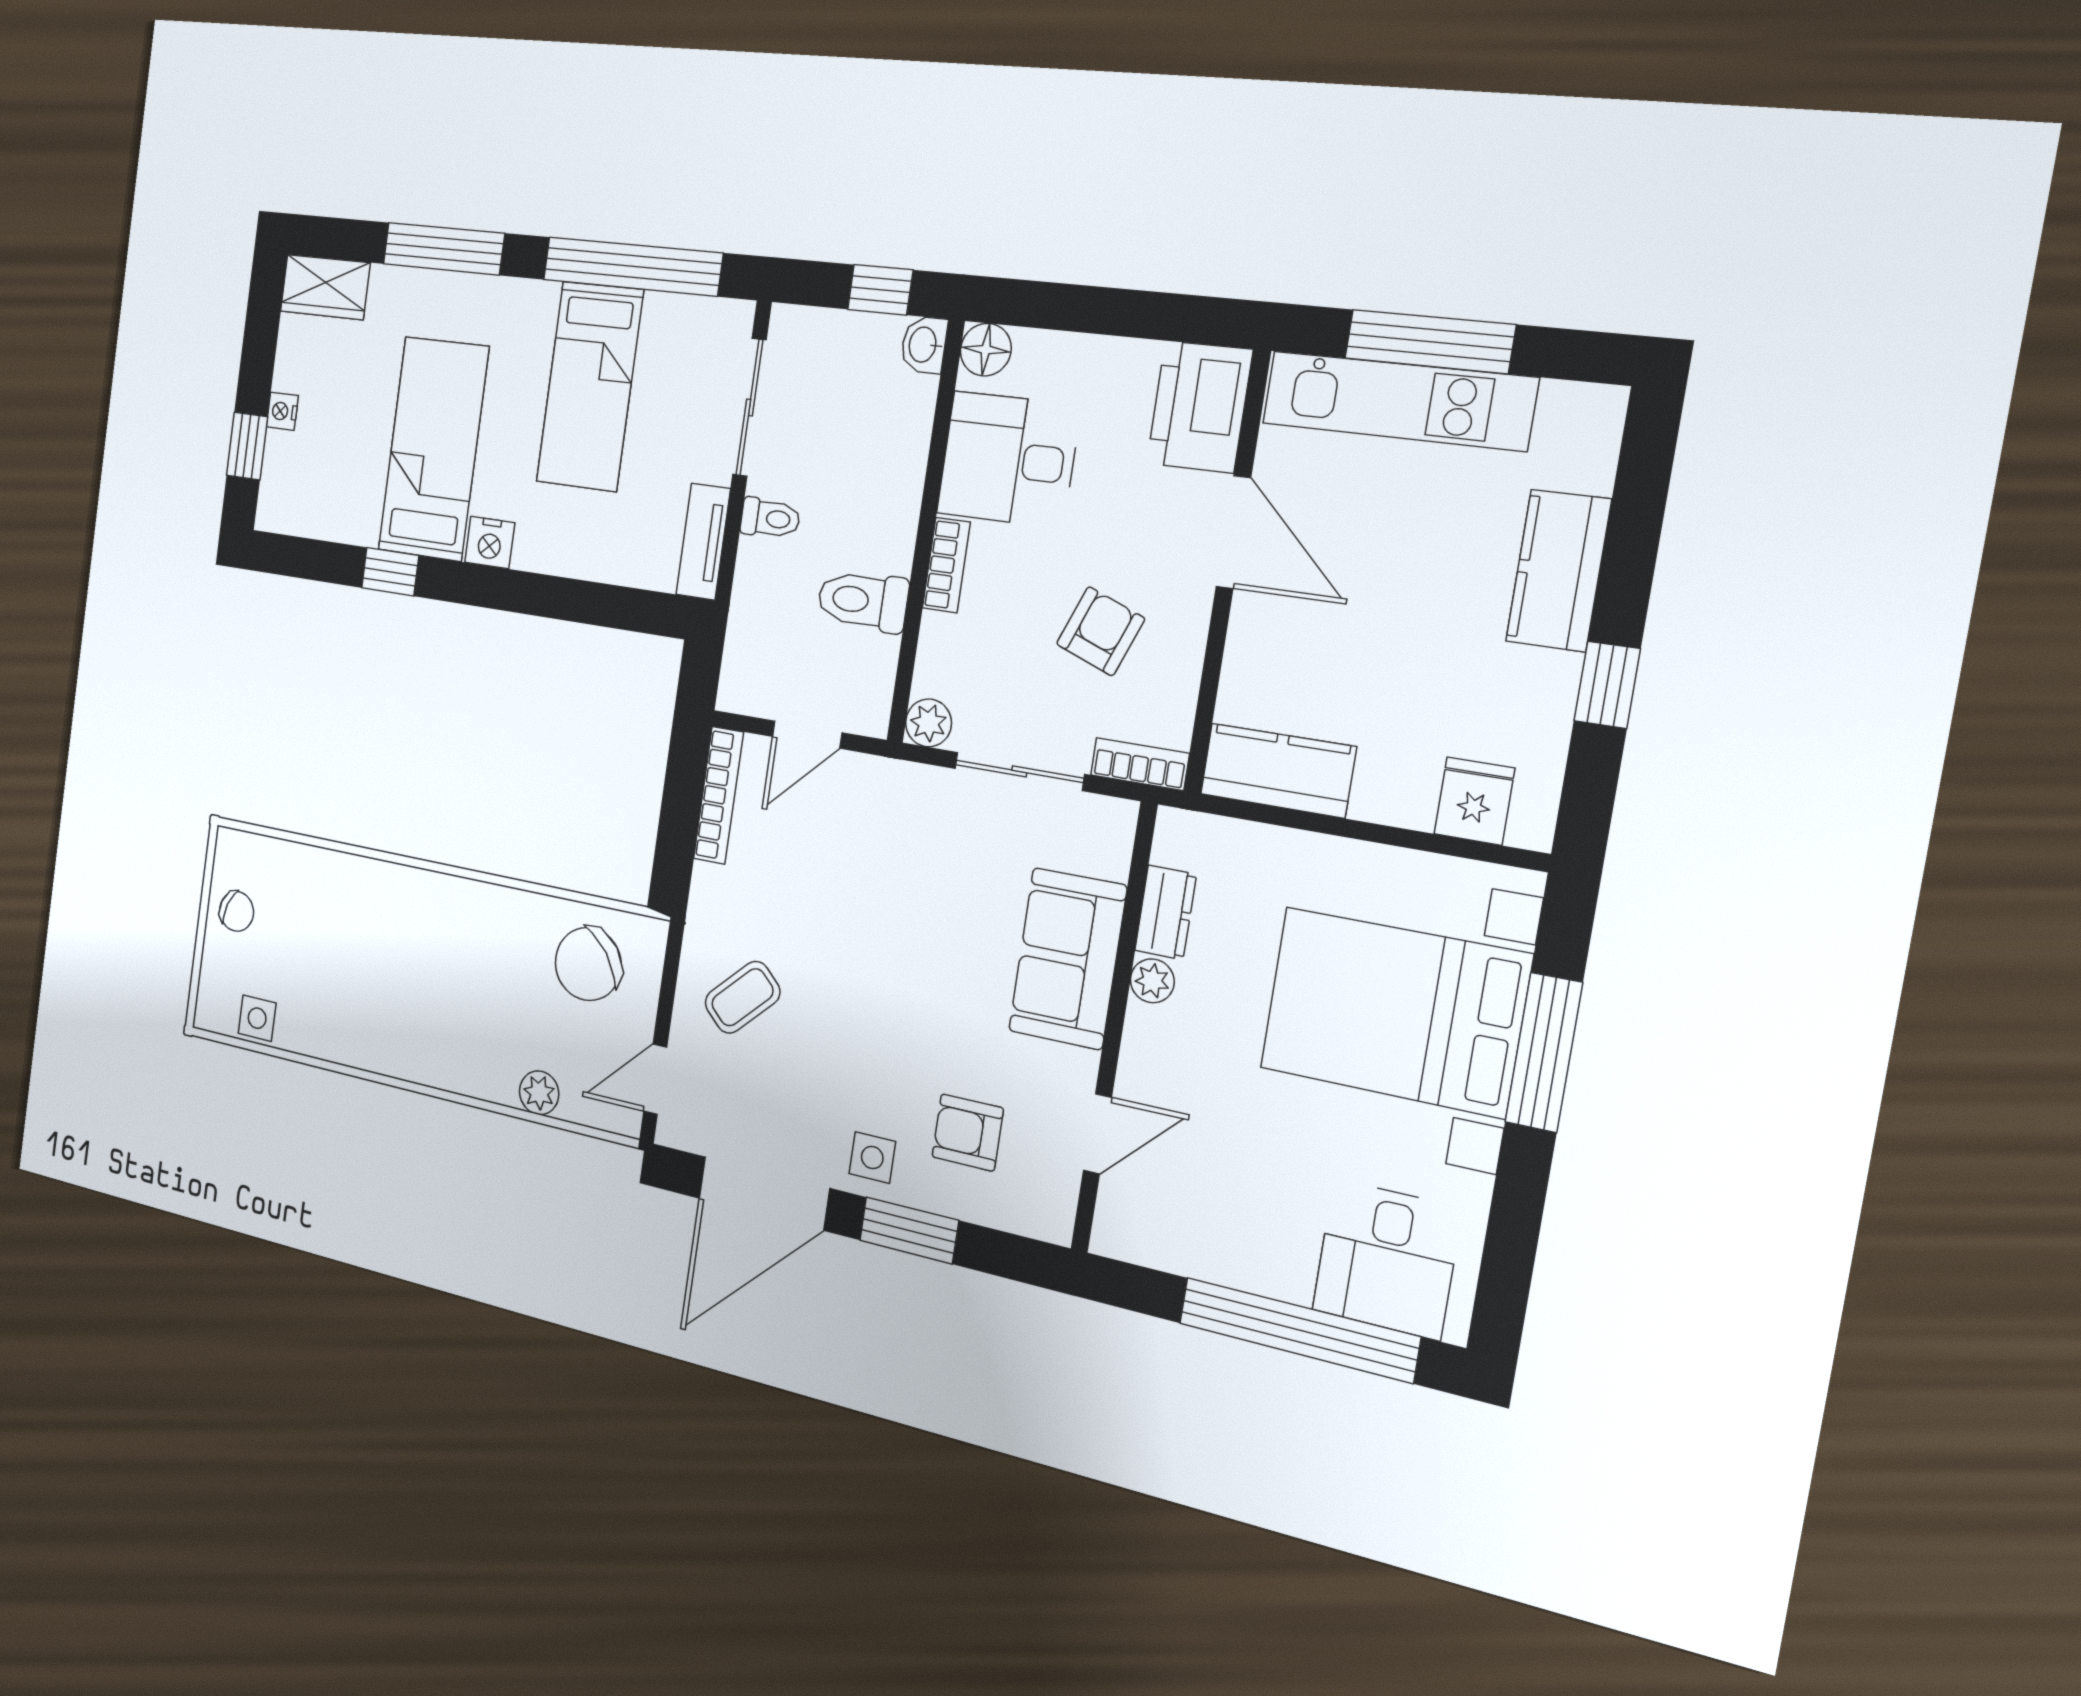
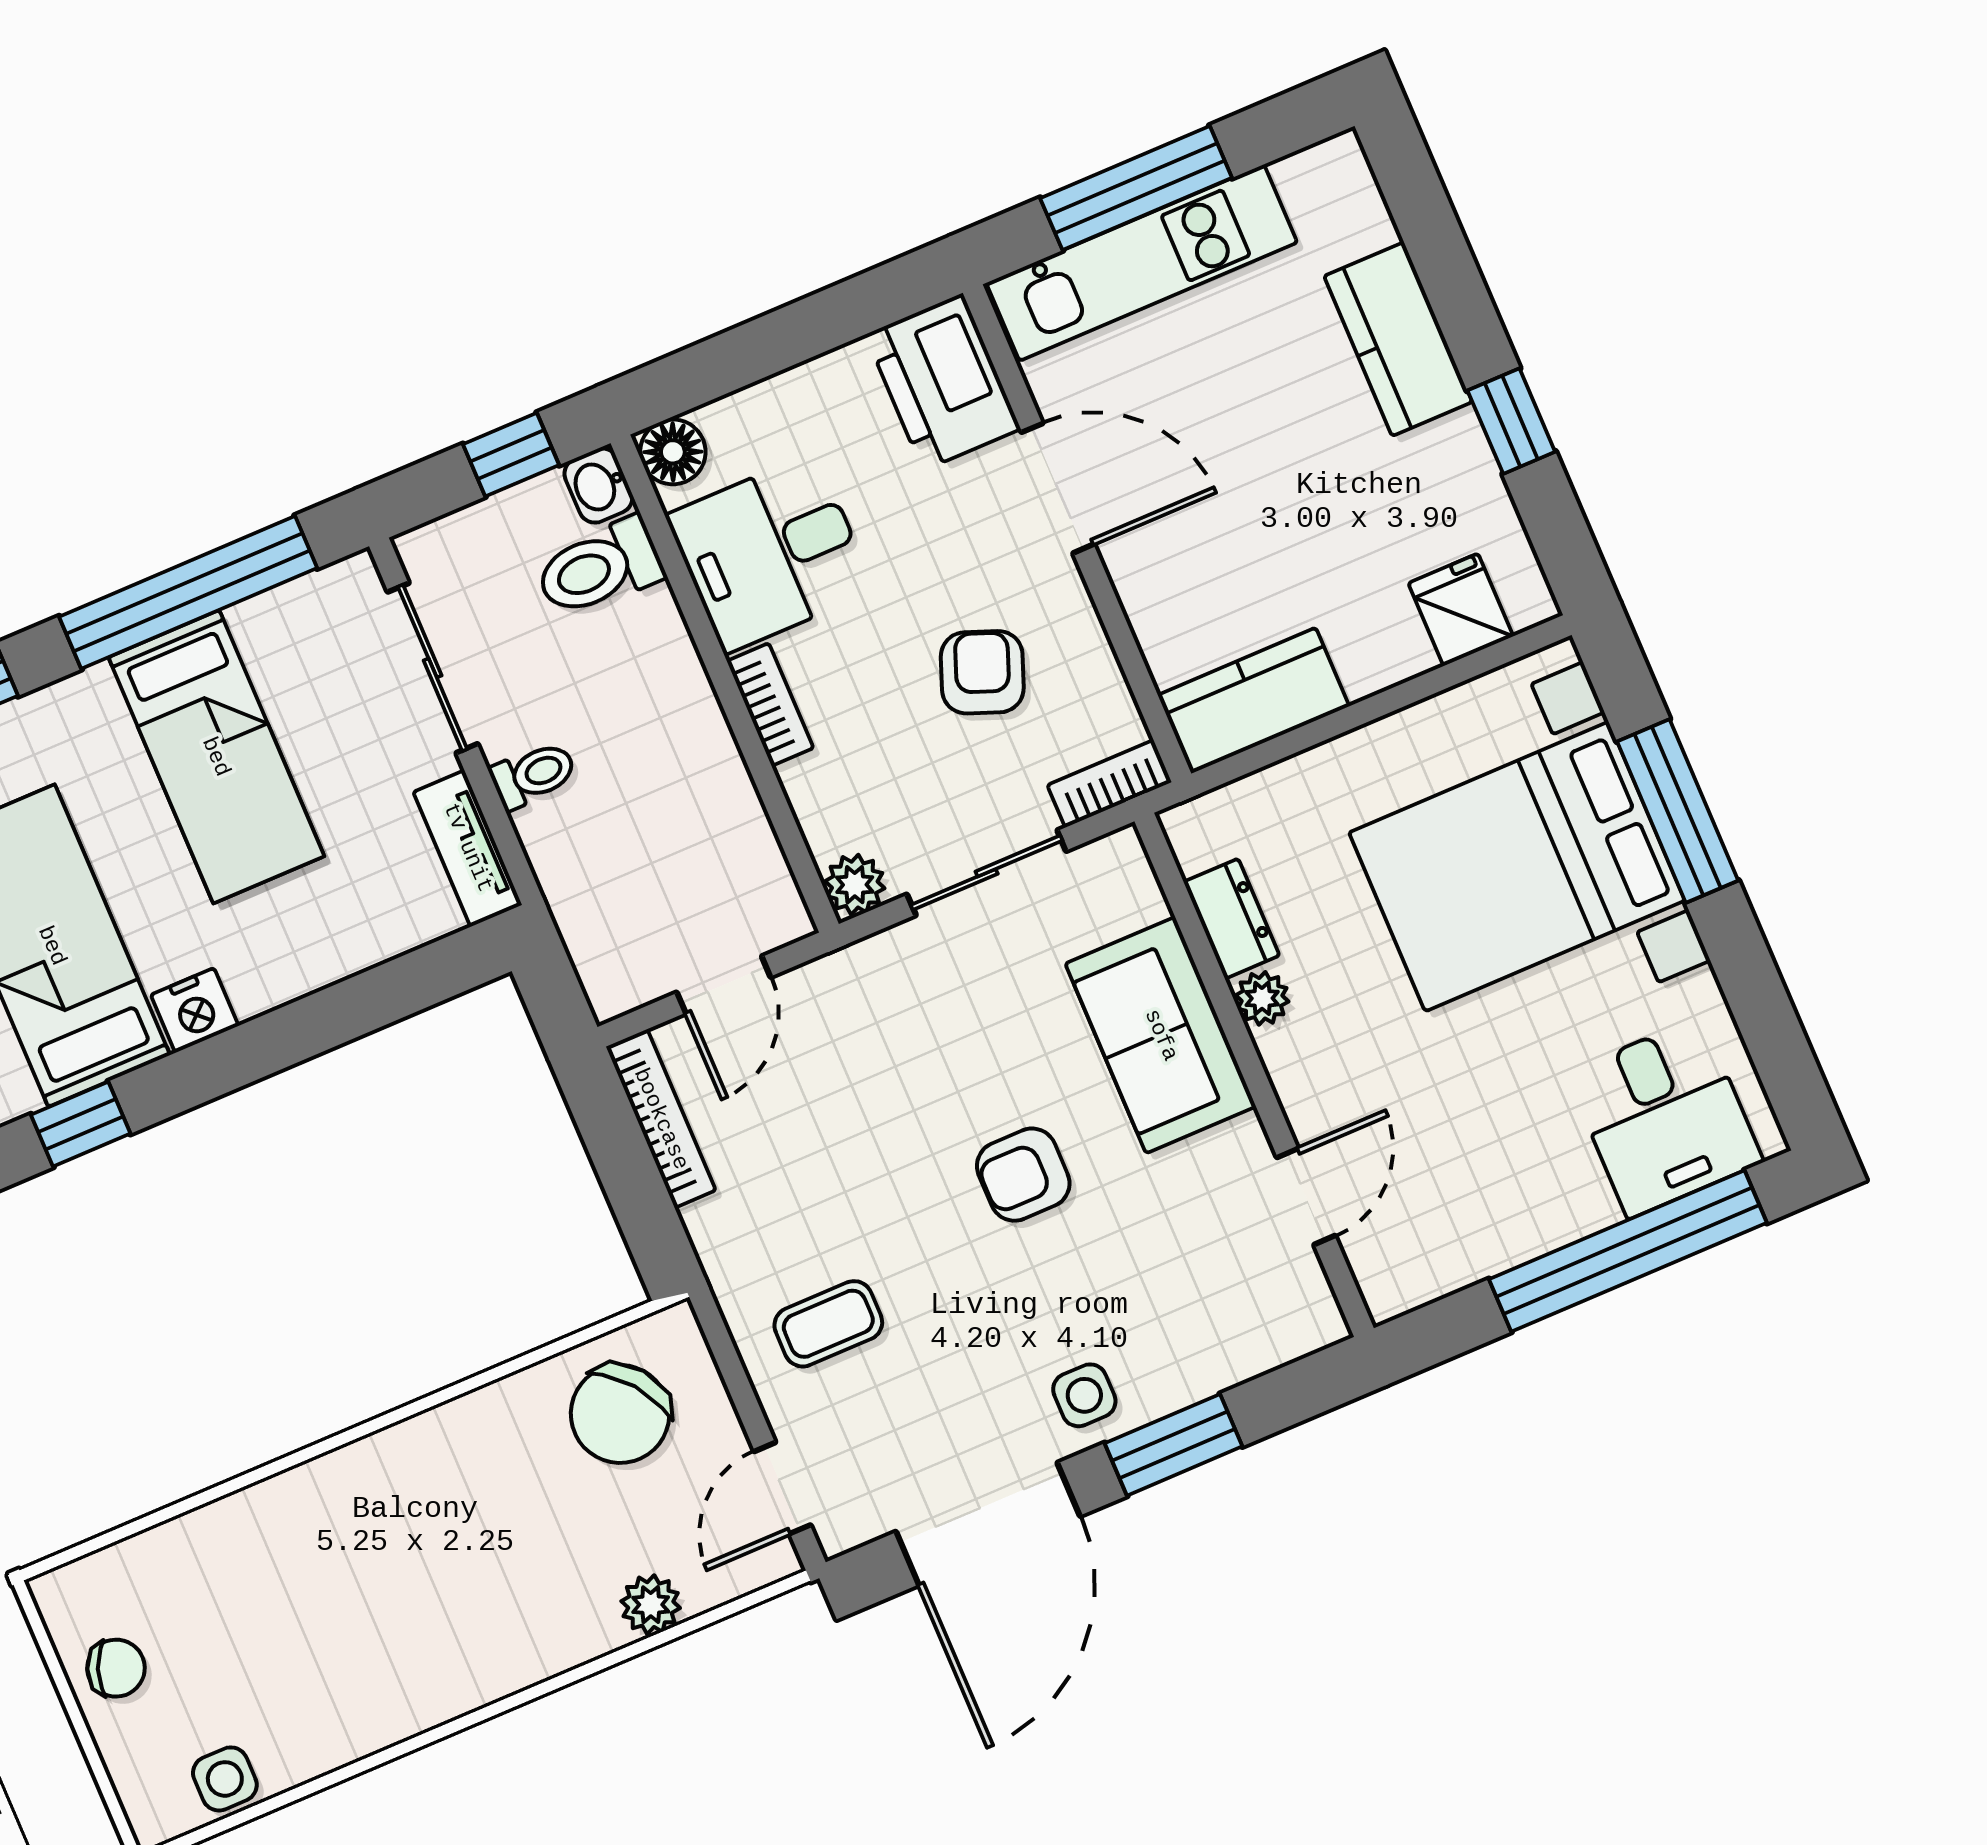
toilet: (863, 601) -> (599, 568), moved
coffee table: (742, 997) -> (828, 1324), turned 45
armchair: (968, 1133) -> (1023, 1175), moved

